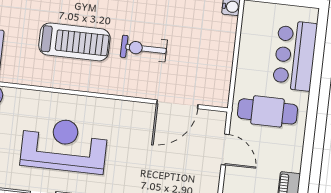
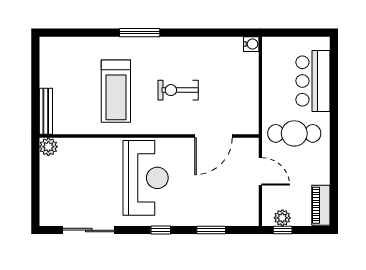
treadmill: (74, 42) -> (116, 91), turned 90
reception desk: (64, 145) -> (146, 178), moved, turned 90

